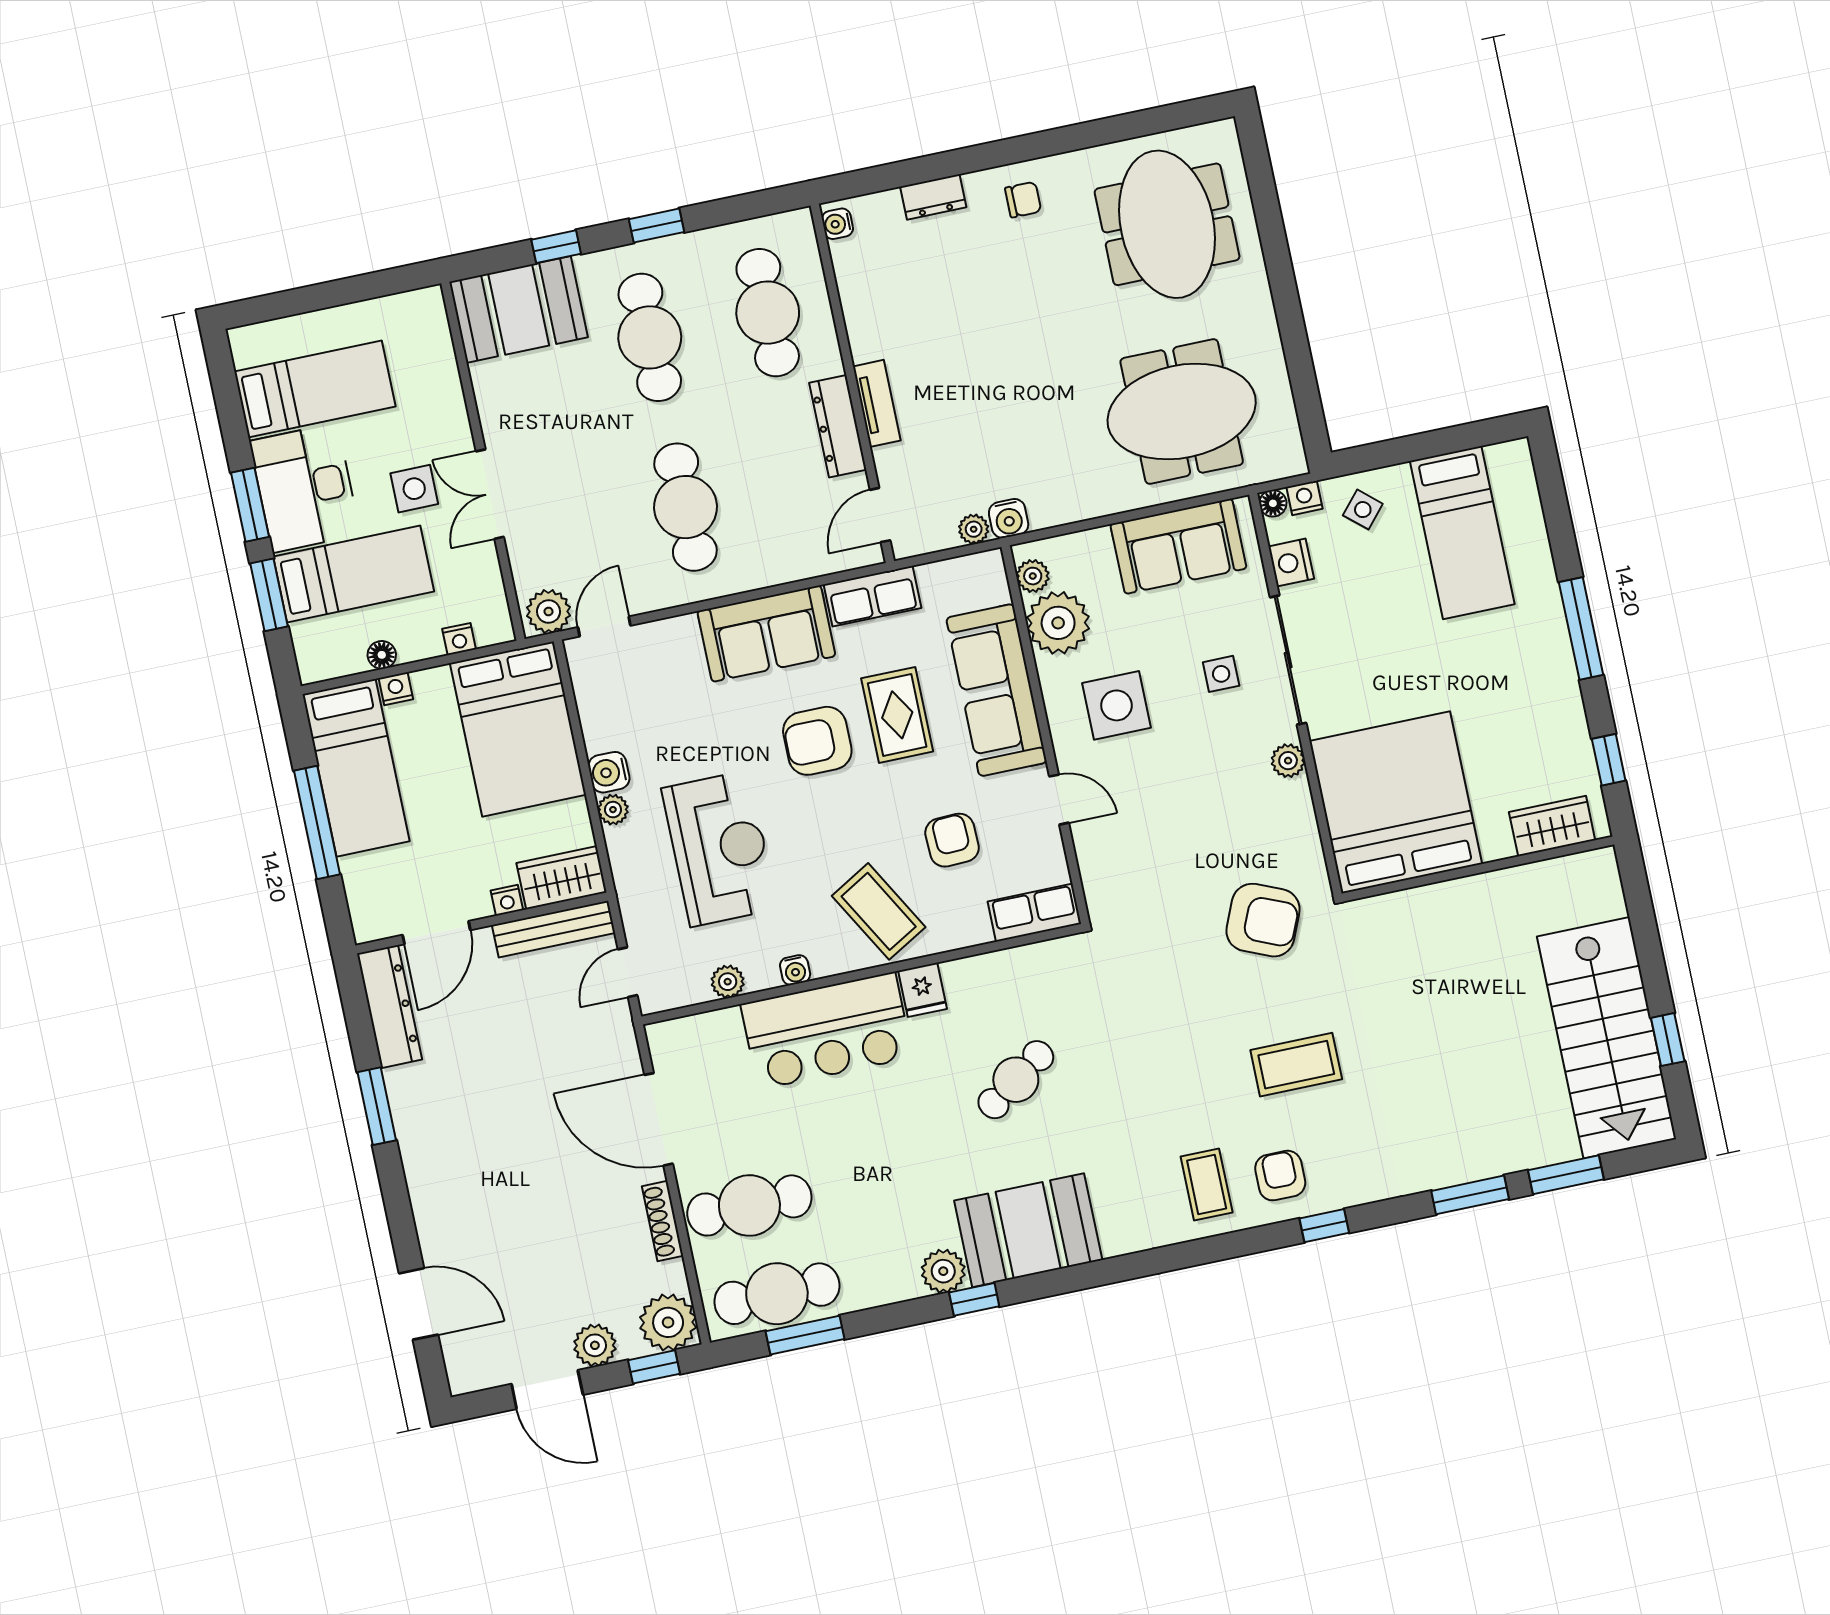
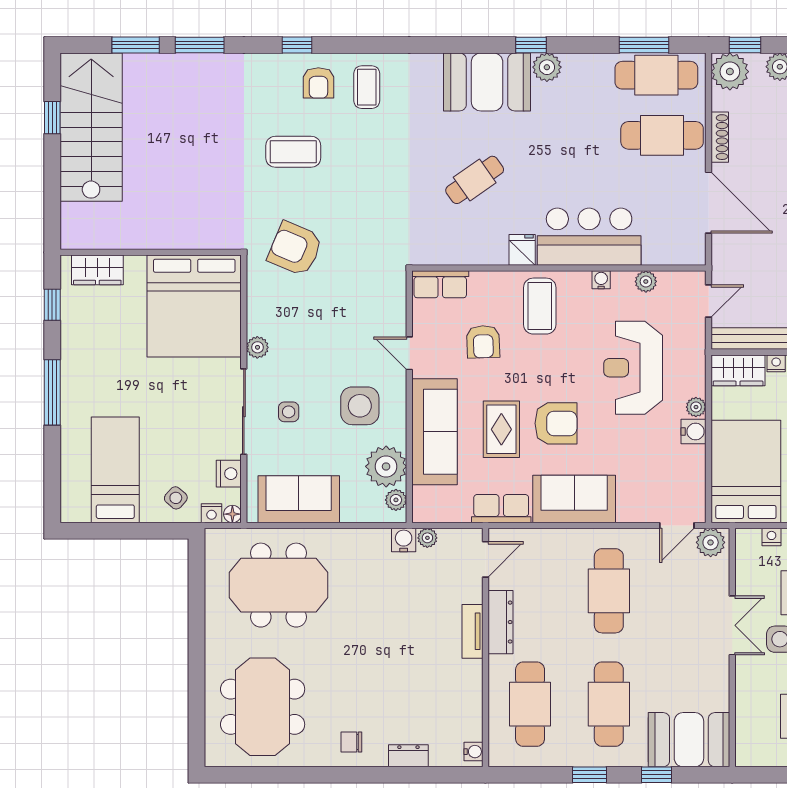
coffee table: (879, 911) -> (540, 306), turned 30

